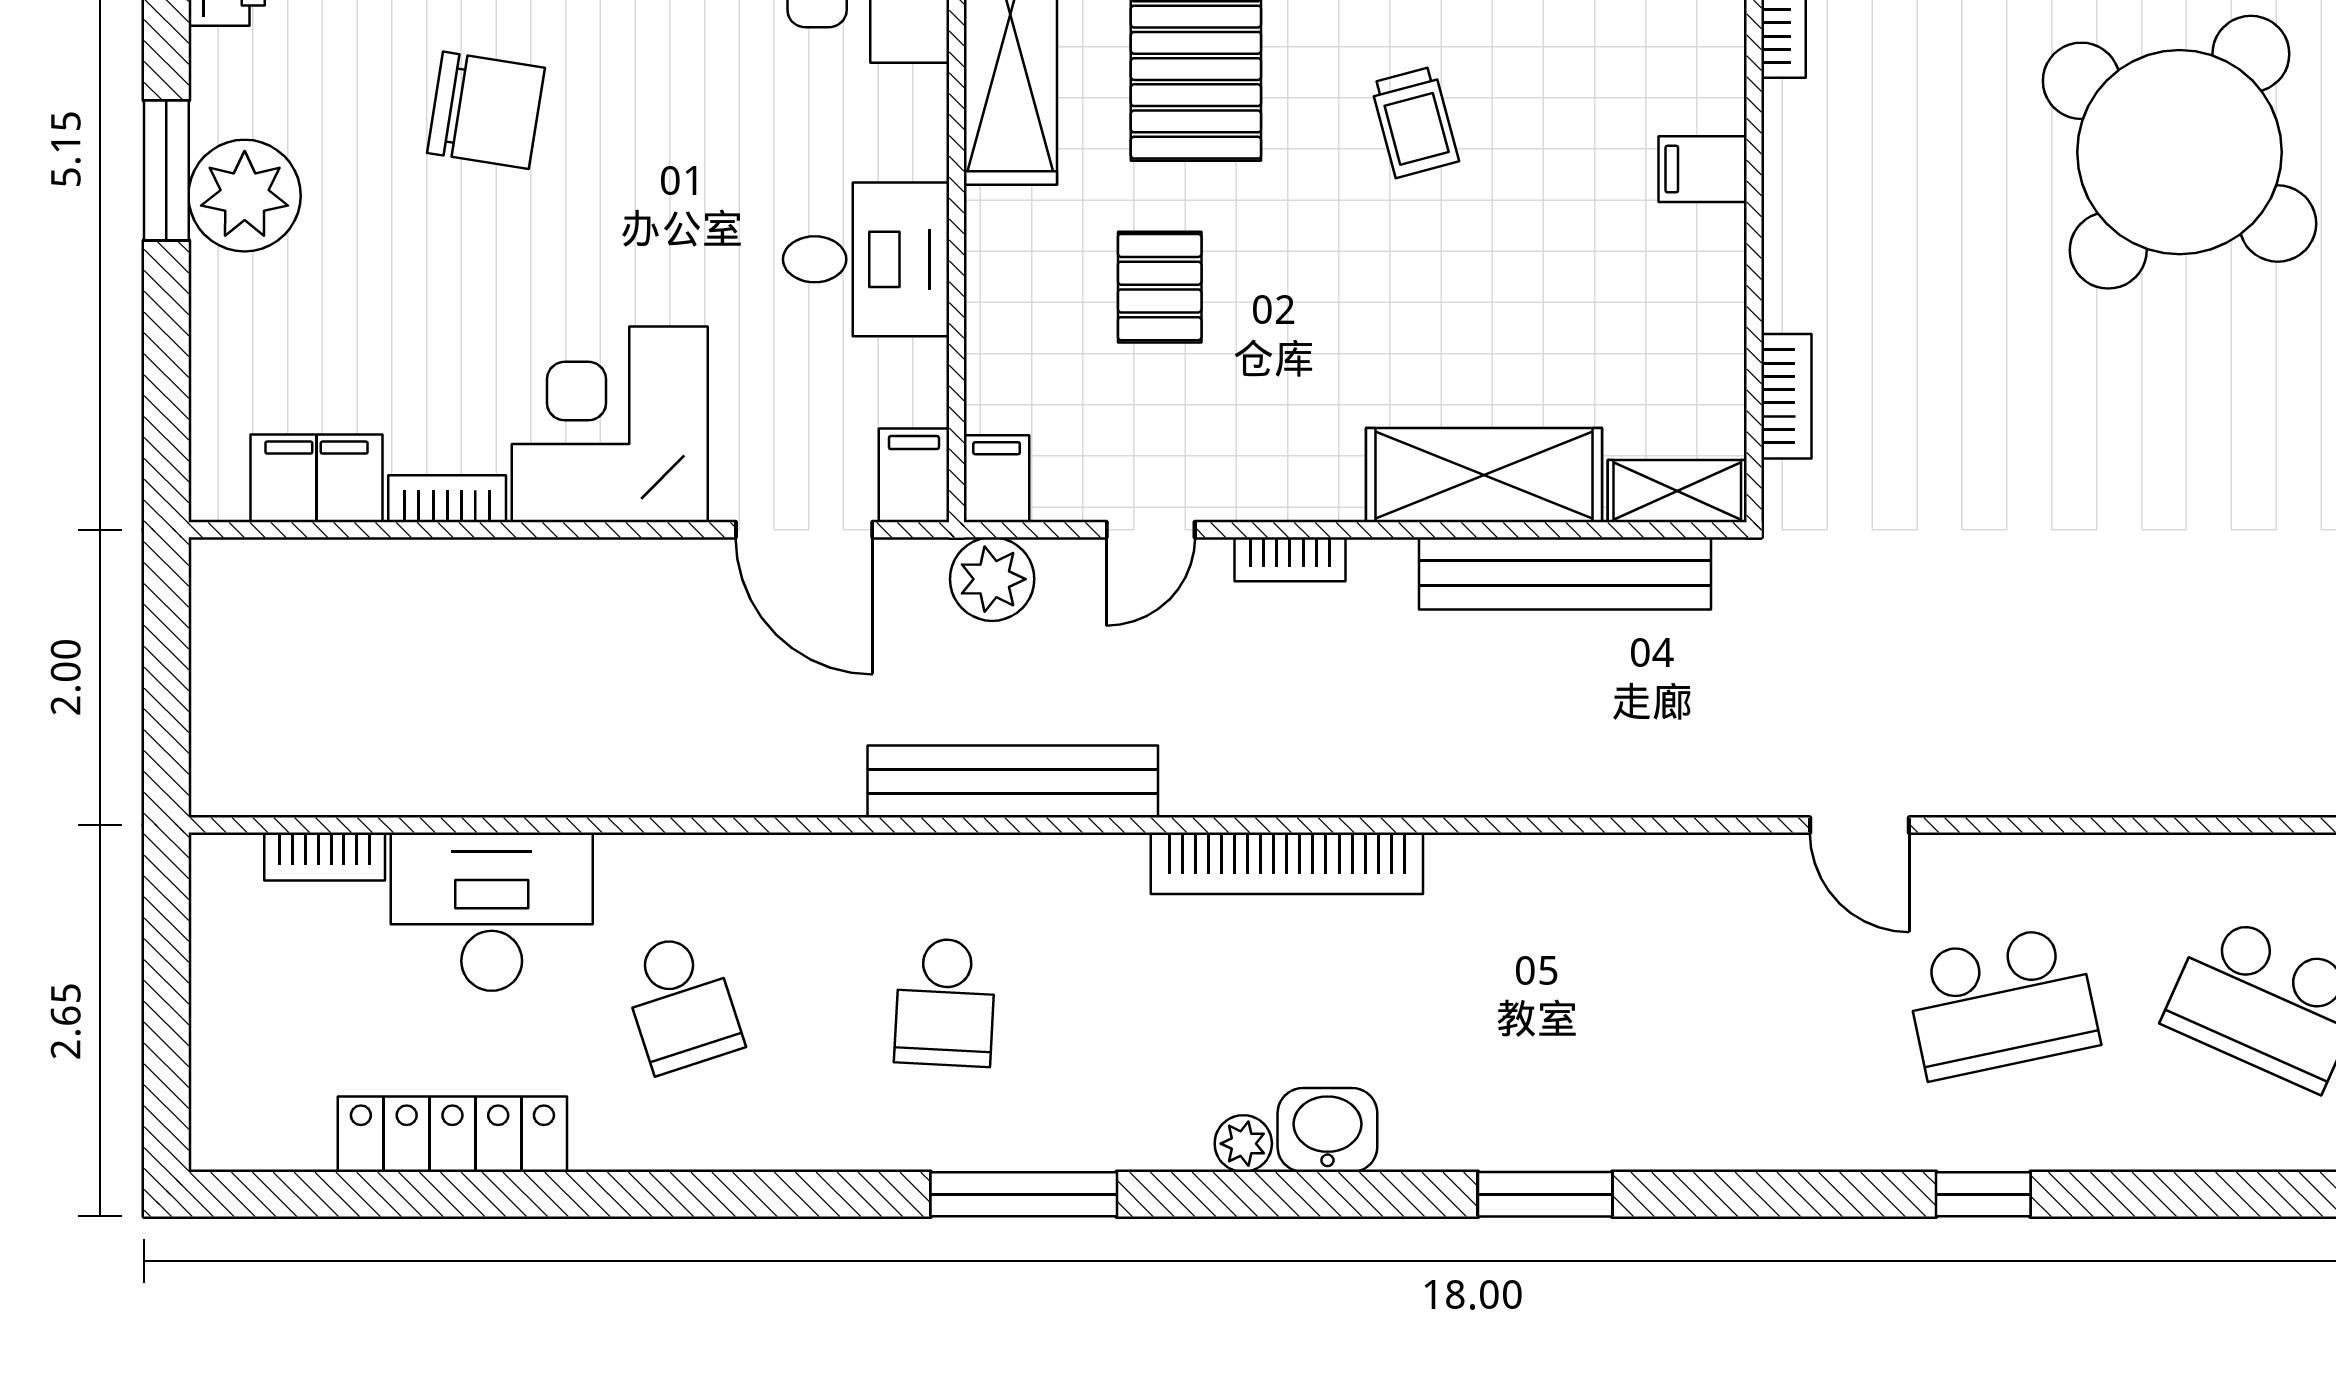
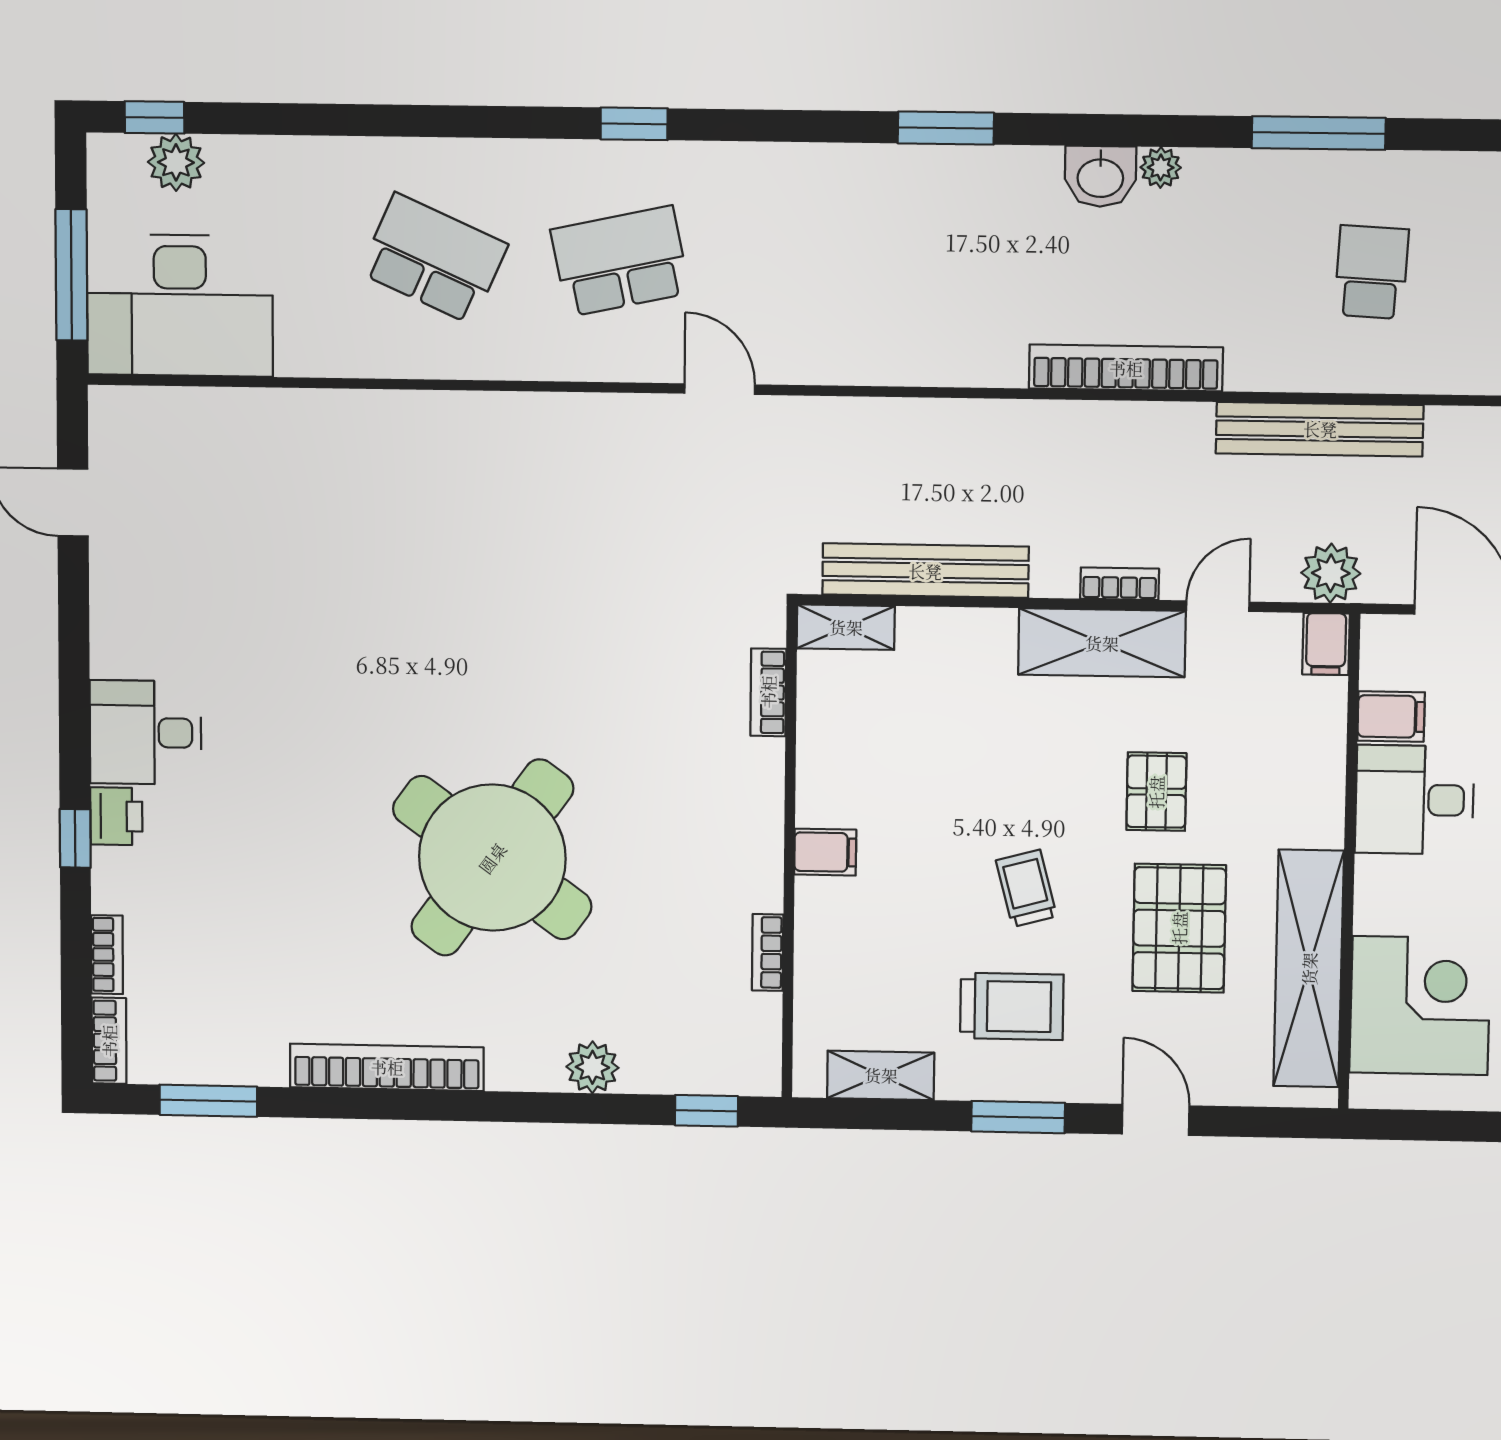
pallet: (1160, 287) -> (1156, 792), moved
filing cabinet: (914, 475) -> (1391, 716), moved, turned -90
shelving: (1484, 475) -> (1102, 643), moved

